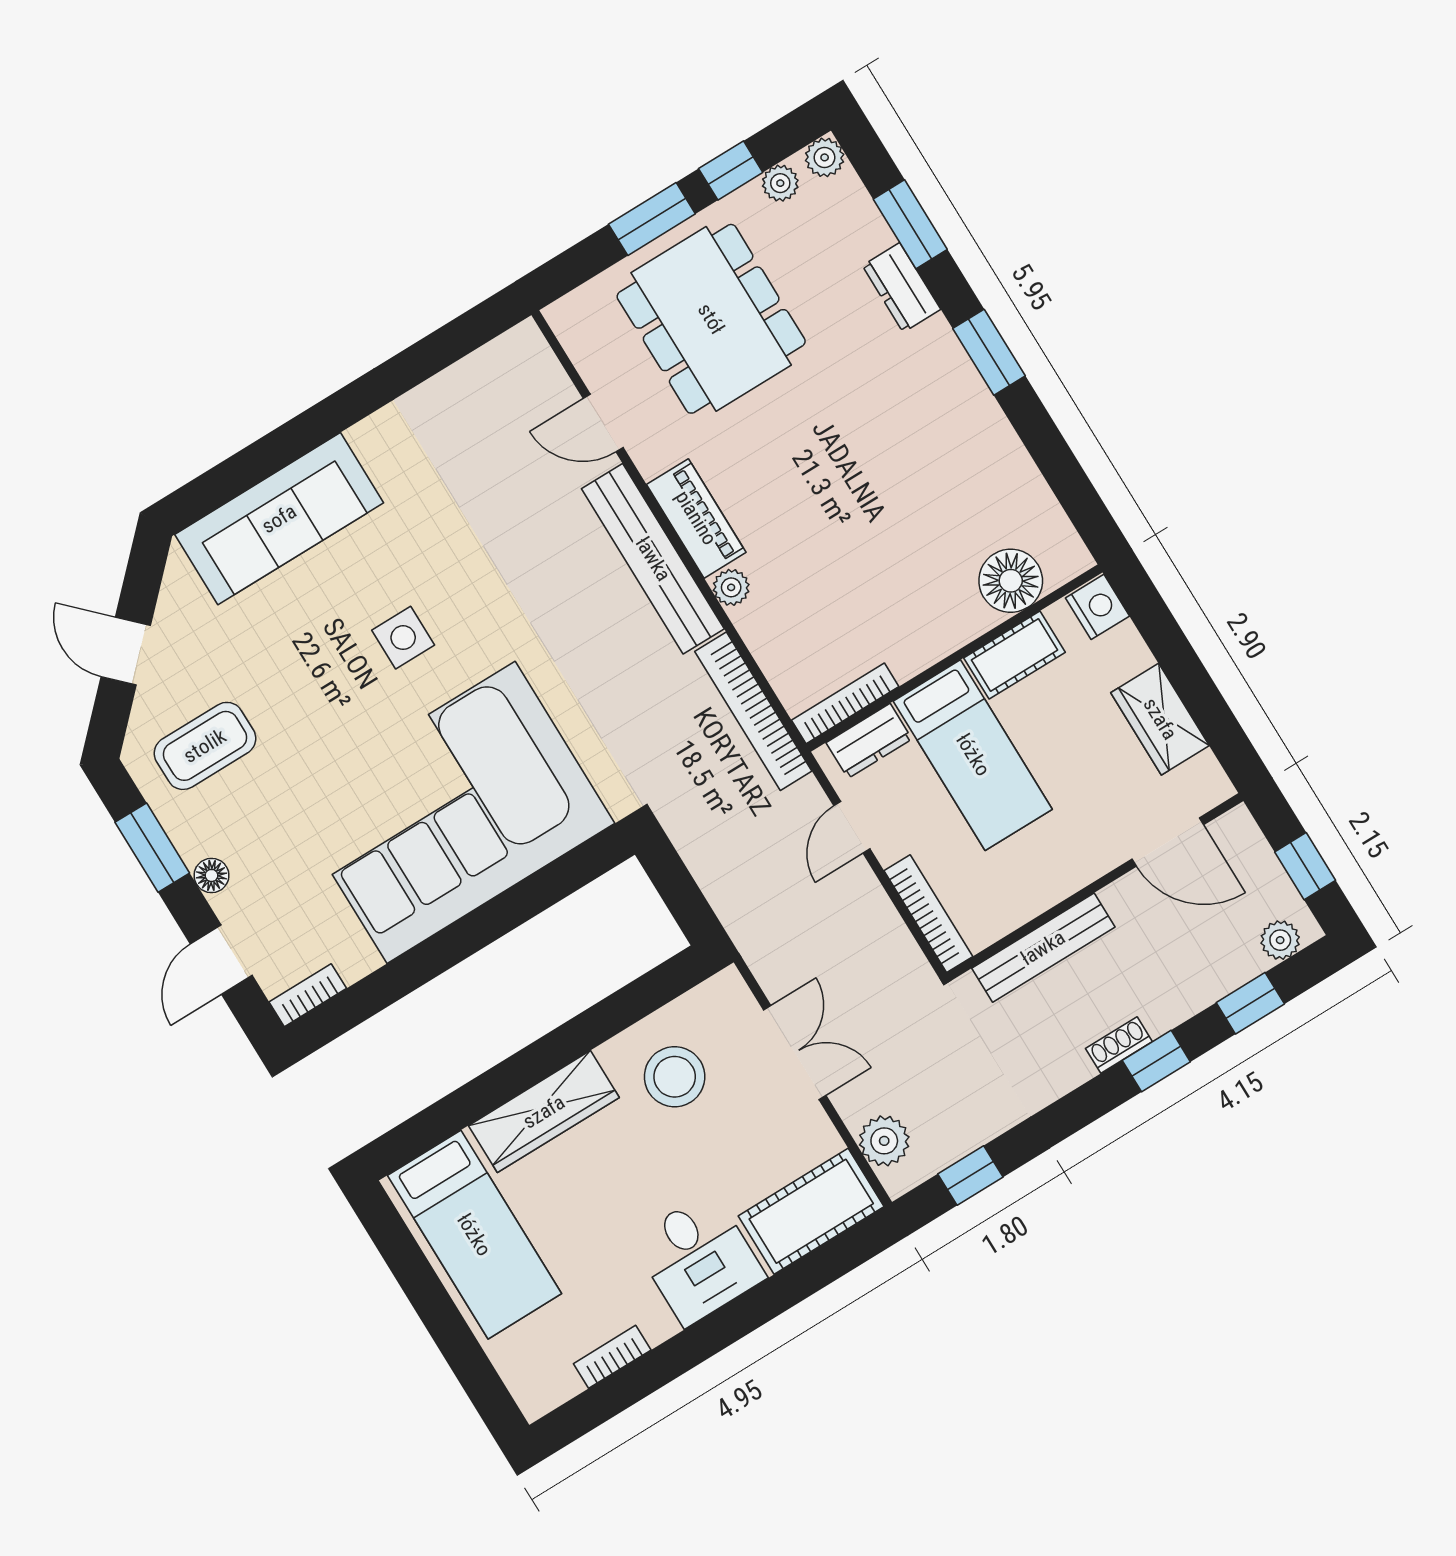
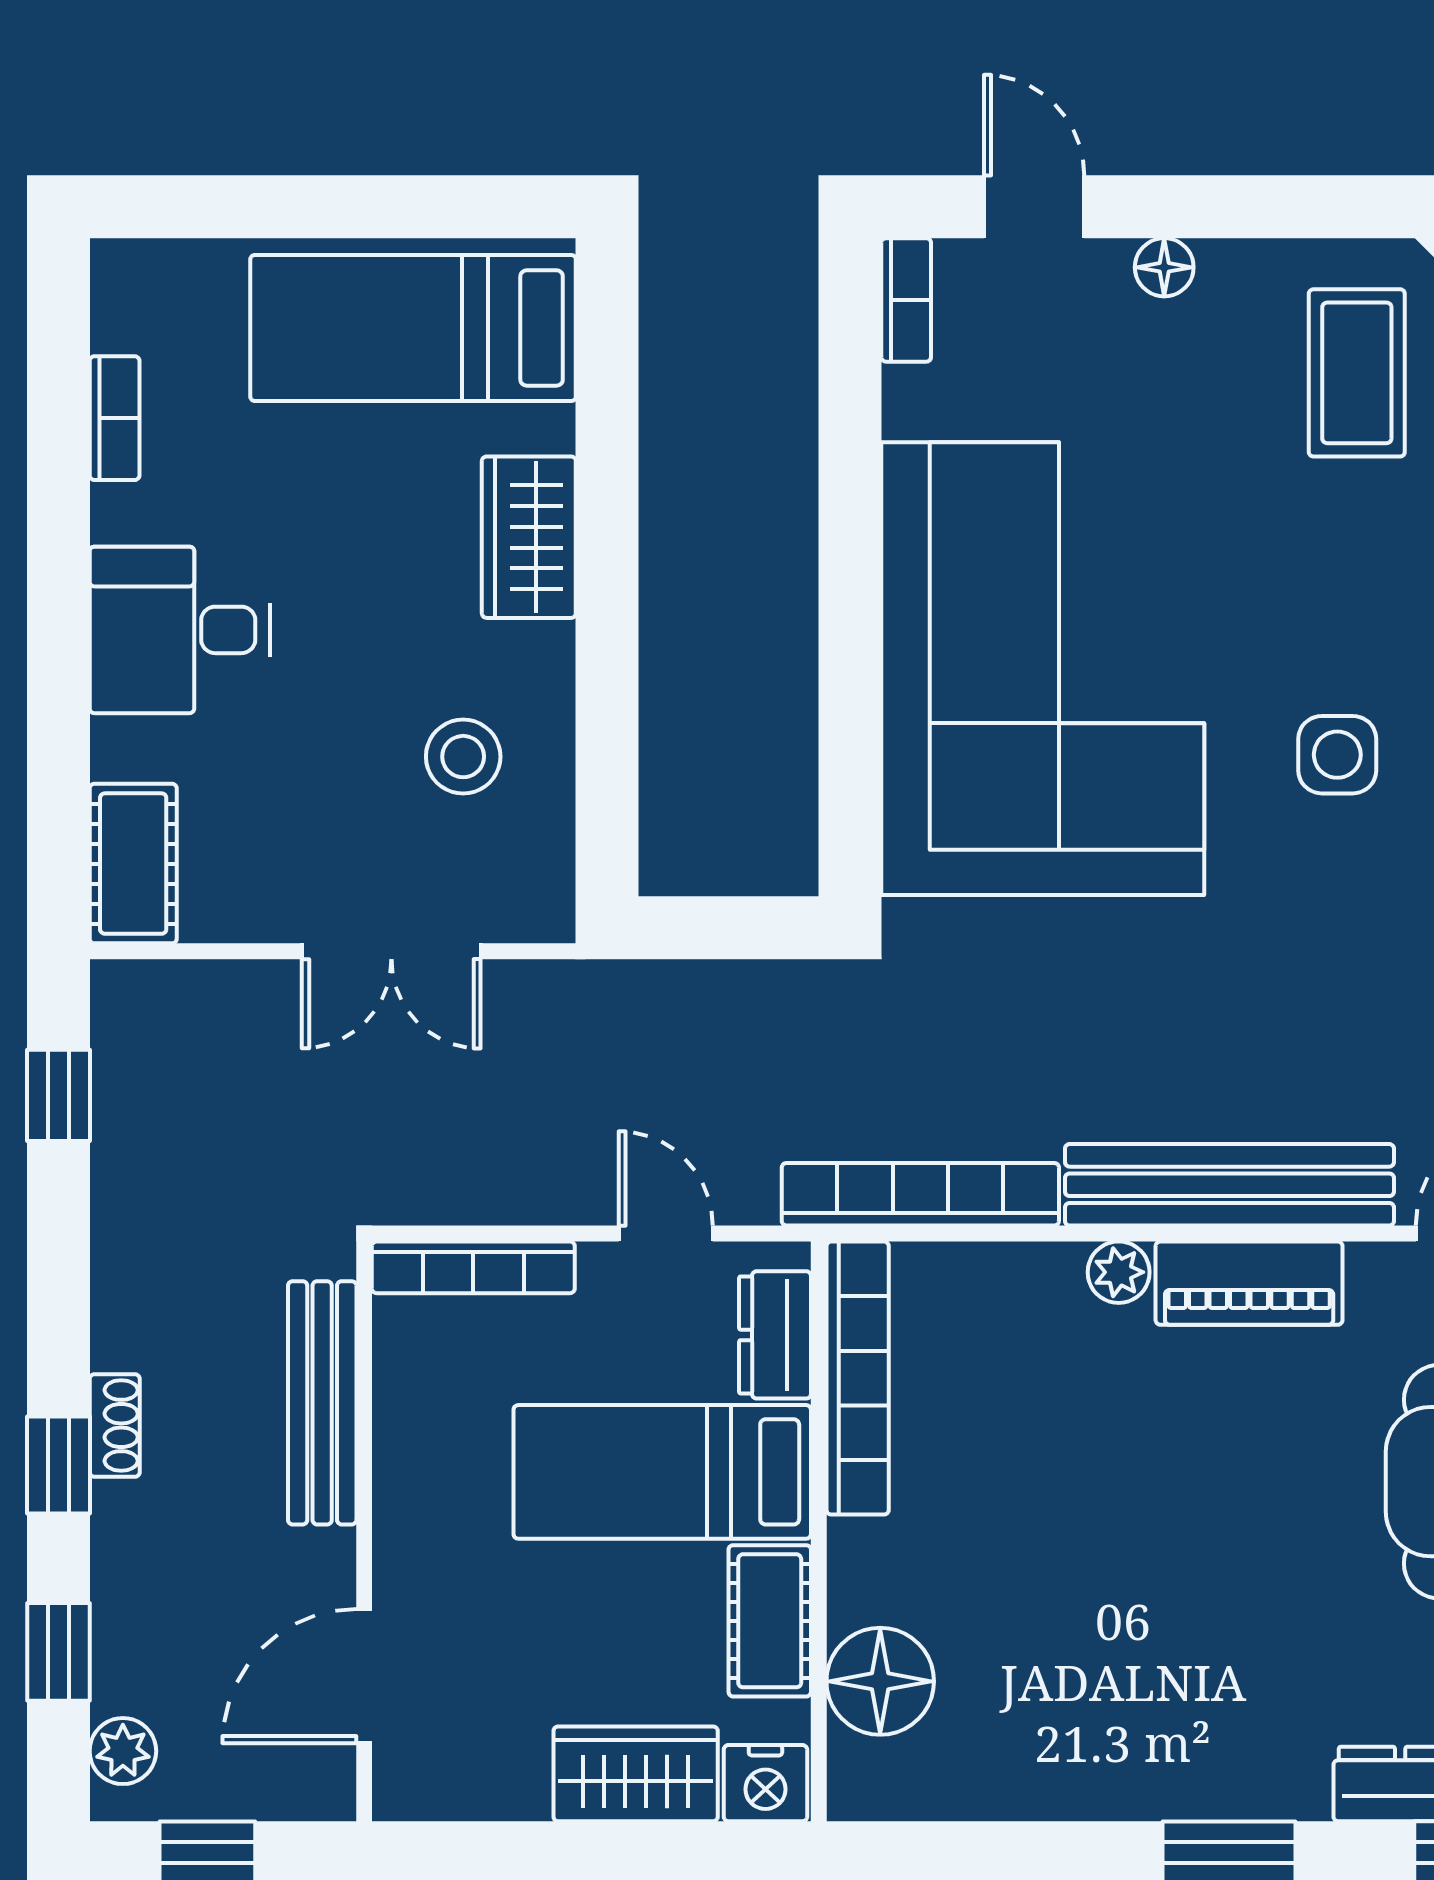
bookcase: (845, 703) -> (858, 1378), width x1.48, depth x1.31
wardrobe: (1160, 719) -> (636, 1774), moved
window: (152, 848) -> (1257, 207), removed
stool: (675, 1077) -> (463, 757), width x0.73, depth x0.73
wardrobe: (544, 1112) -> (529, 537), width x0.67
plant: (884, 1141) -> (185, 1002), removed
cot: (811, 1211) -> (133, 864), width x0.73, depth x0.75

